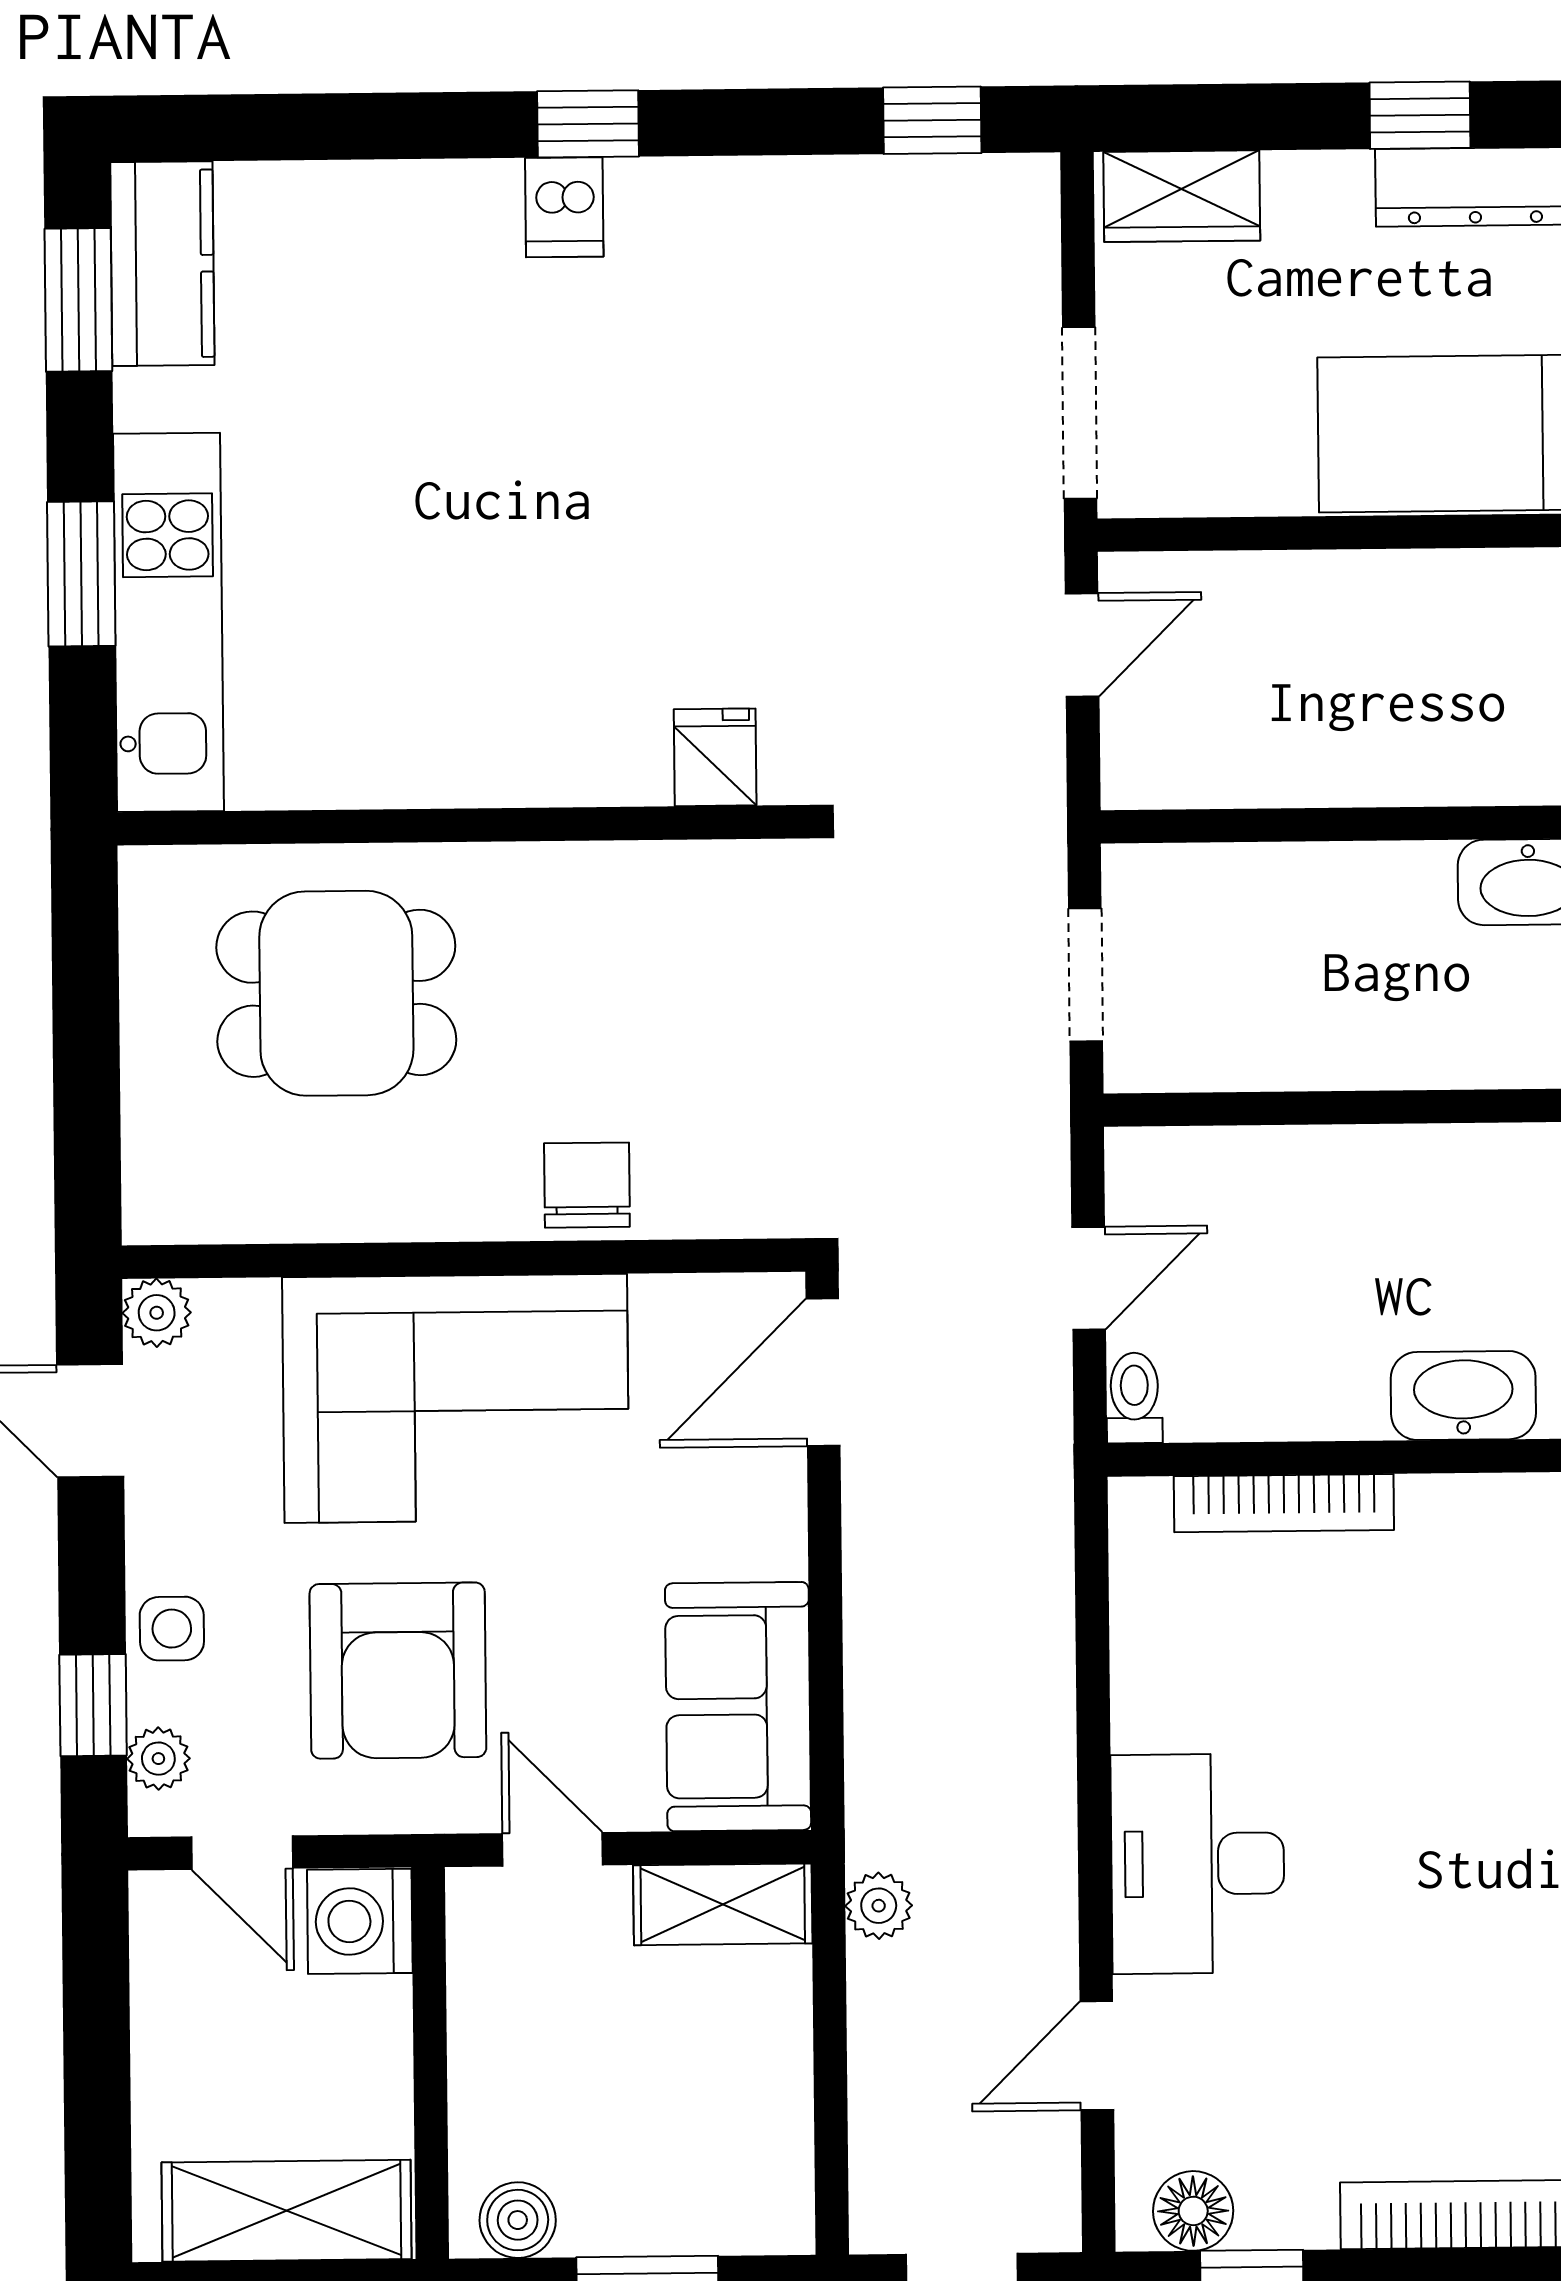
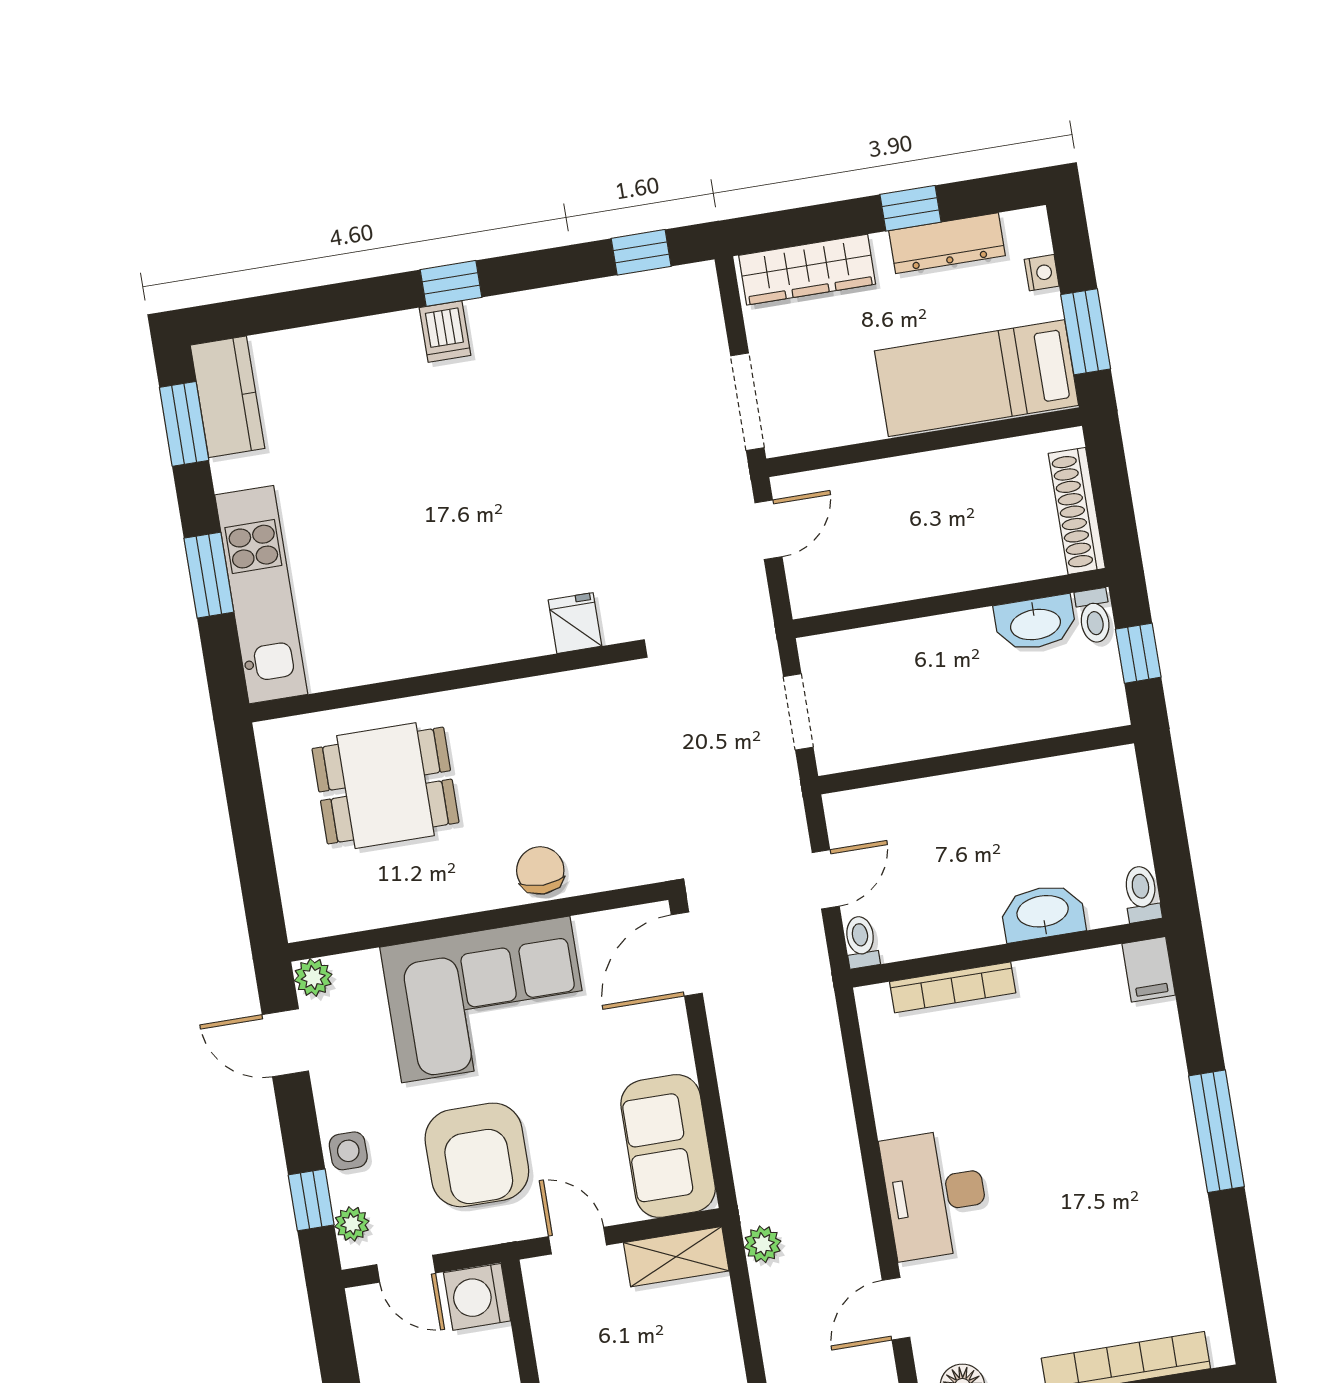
wardrobe: (1182, 196) -> (807, 270), width x1.50

